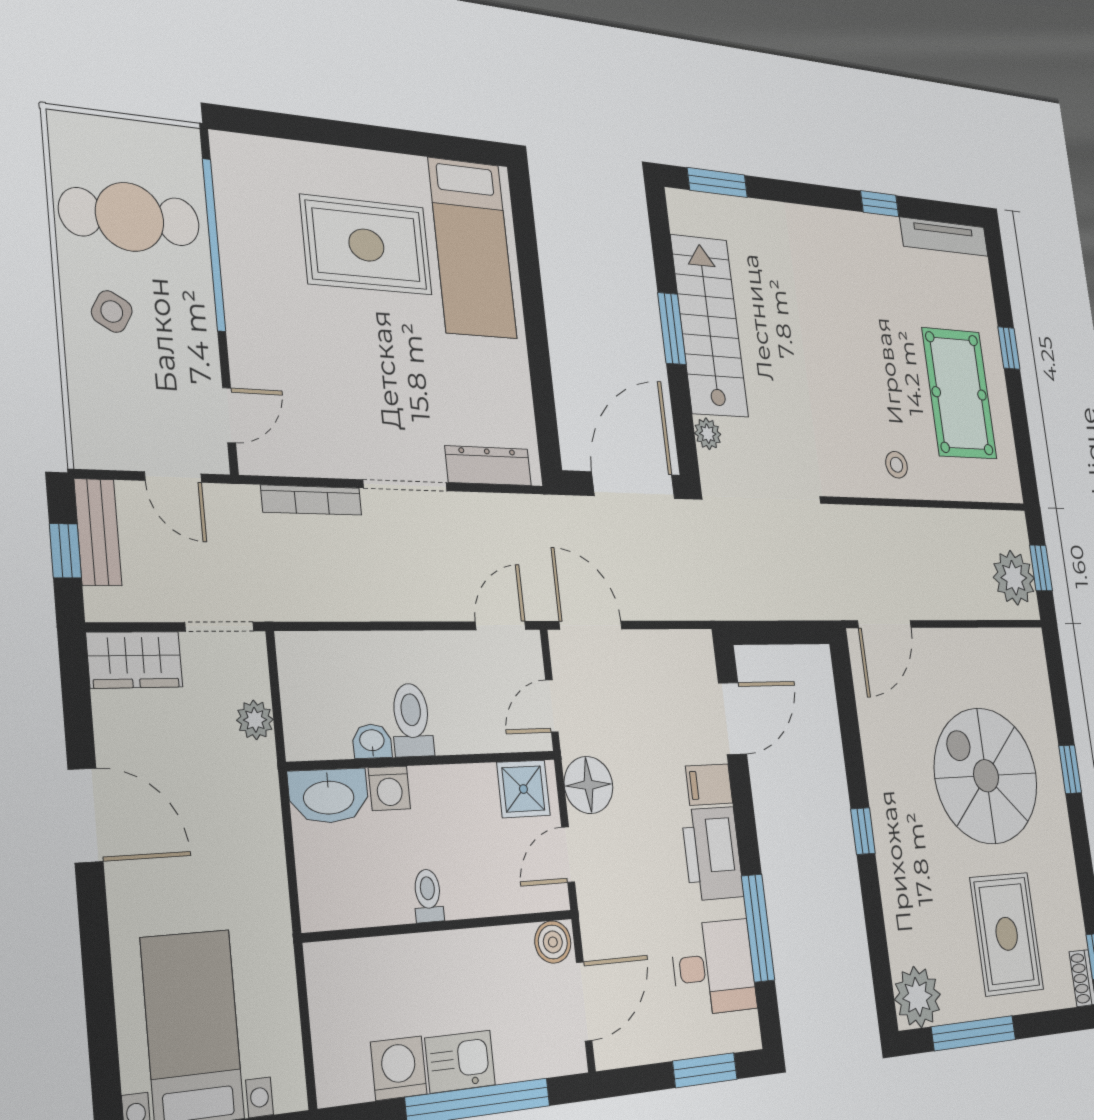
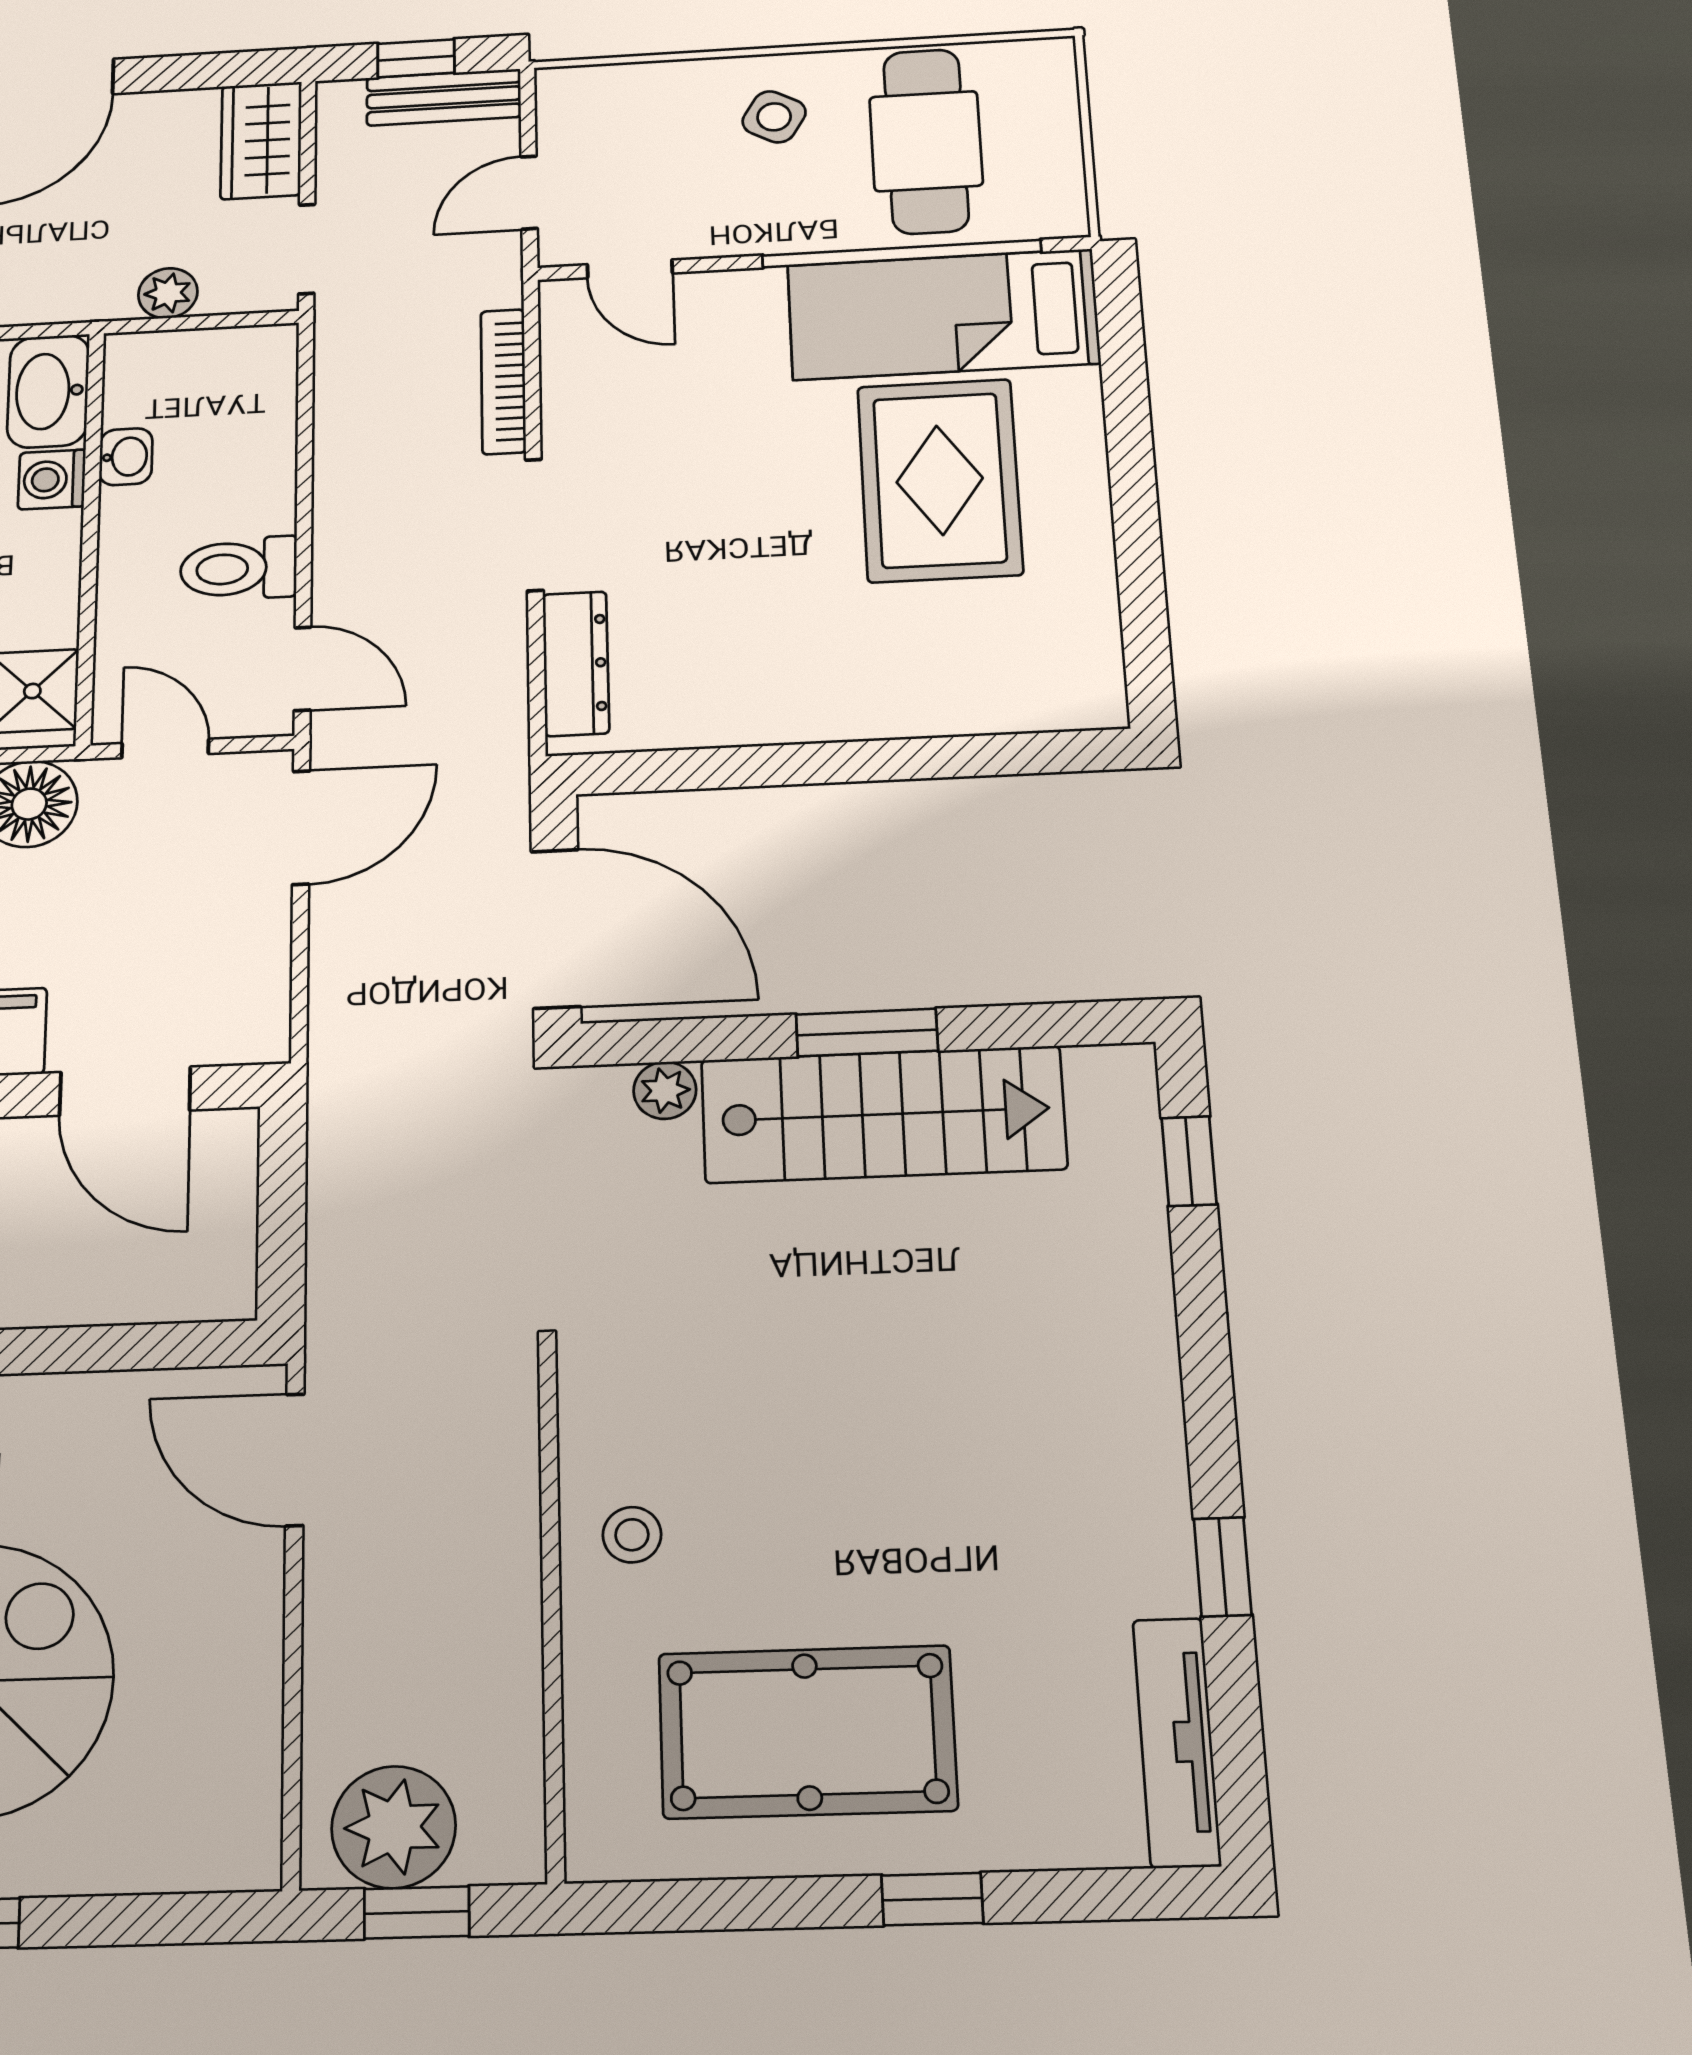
window: (717, 183) -> (1189, 1161), width x0.67
bed: (472, 248) -> (943, 314), moved
toilet: (412, 720) -> (238, 569), moved, turned 180

